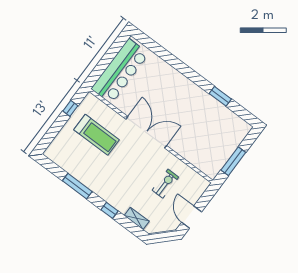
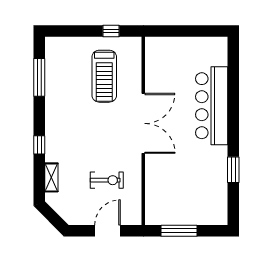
bar counter: (120, 71) -> (212, 106), moved, turned 90
window: (77, 186) -> (39, 77), moved
door: (192, 217) -> (107, 231), moved

